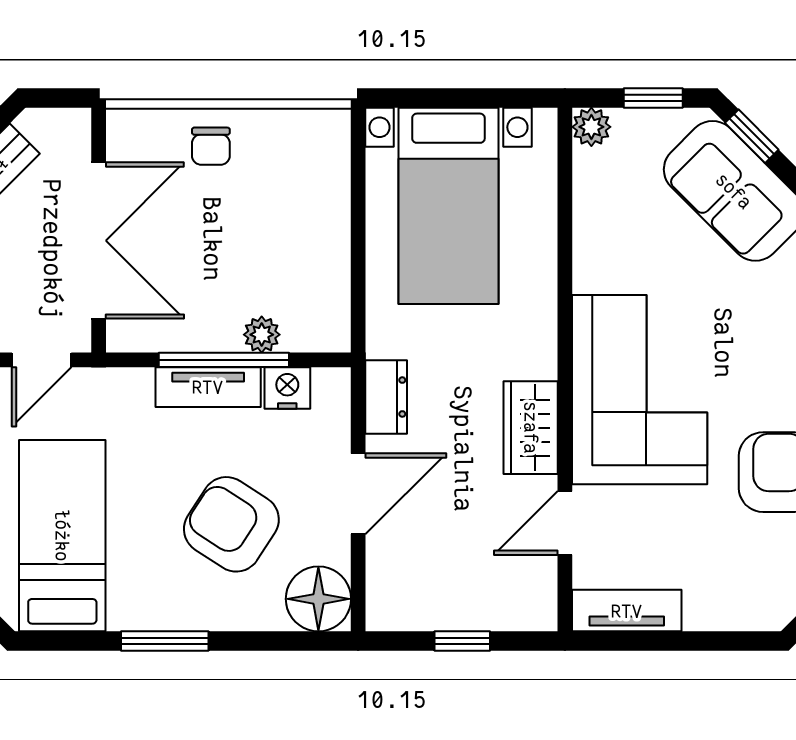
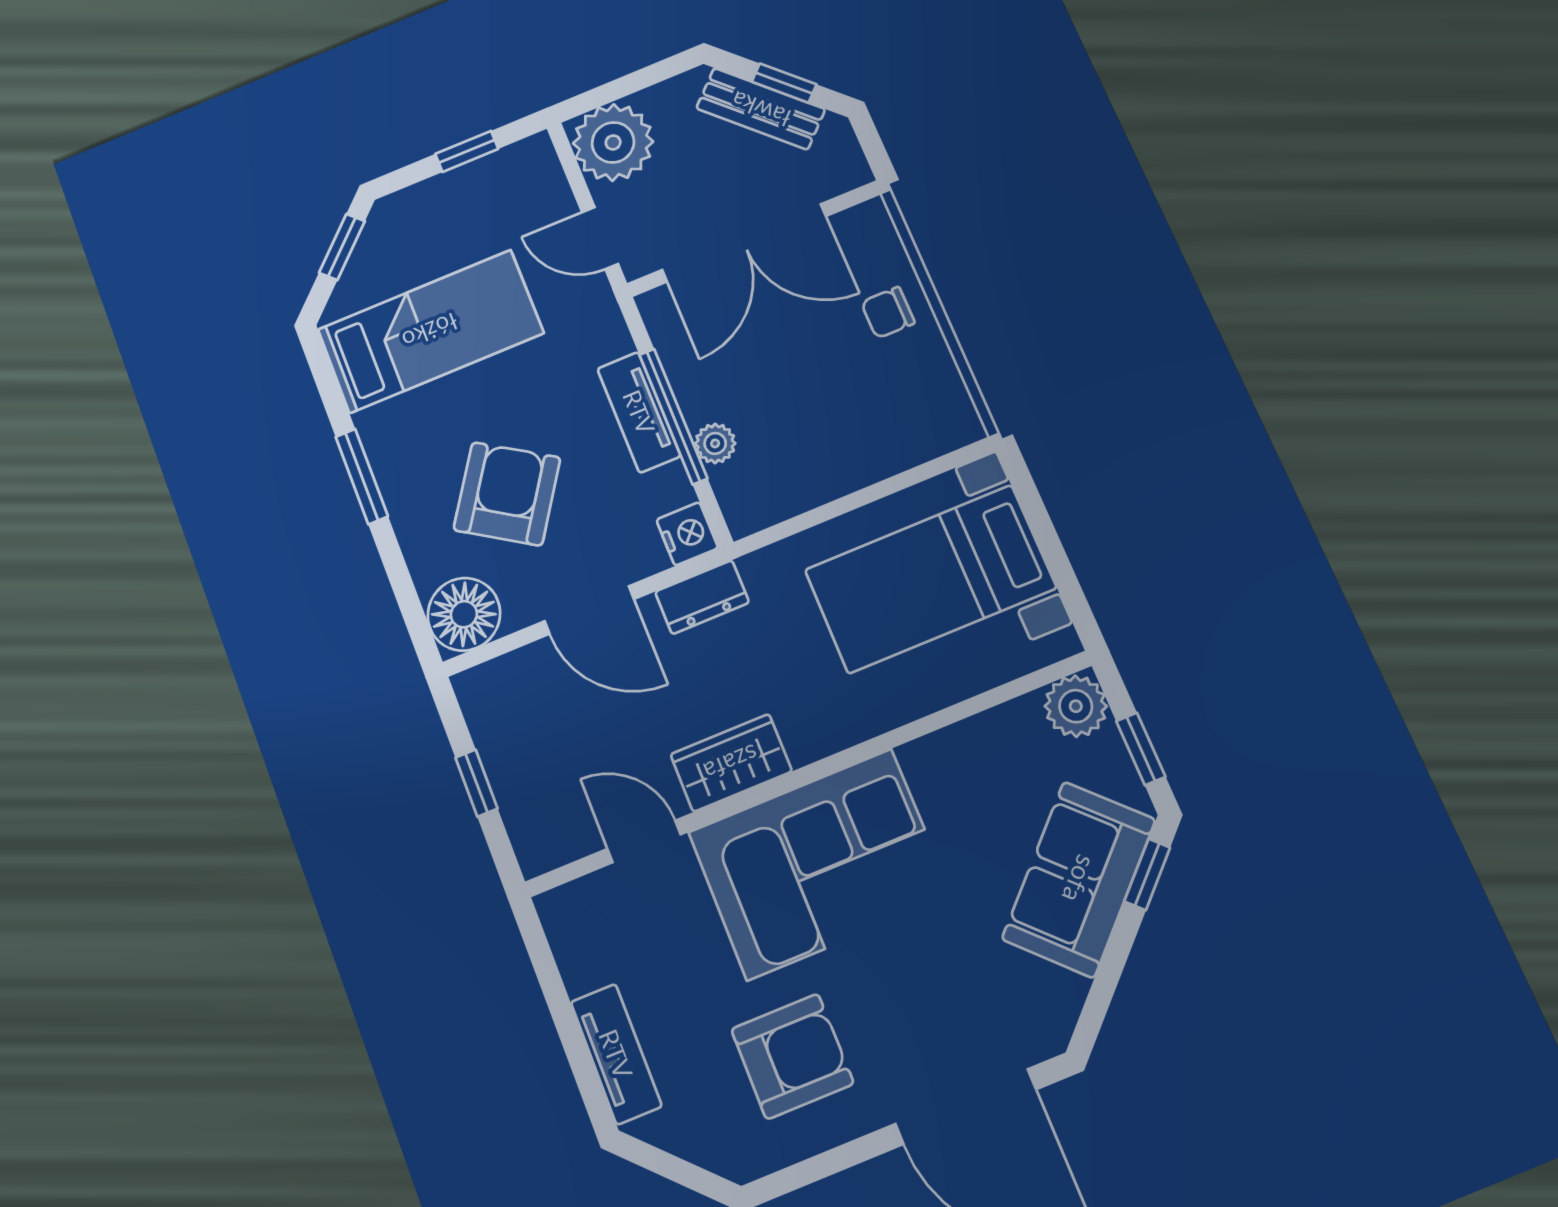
plant: (591, 127) -> (1076, 706), width x1.38, depth x1.38
nightstand: (287, 388) -> (687, 534), moved
tv unit: (627, 611) -> (616, 1054), moved

